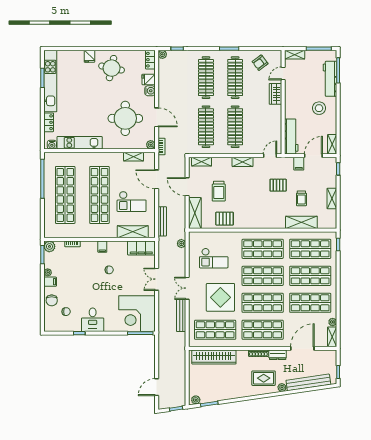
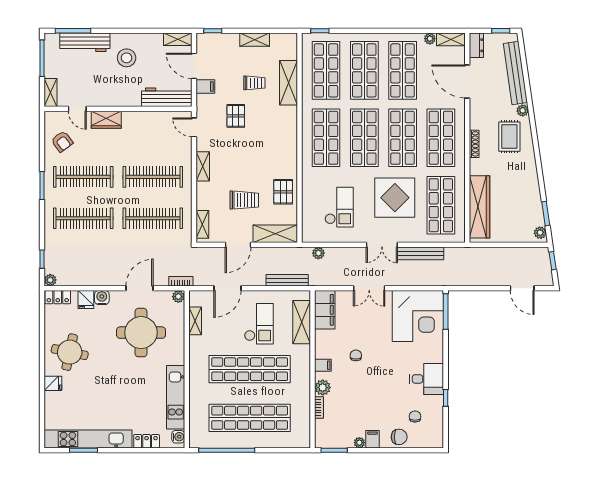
plant: (49, 246) -> (323, 388), moved
dresser: (278, 355) -> (476, 45), moved

